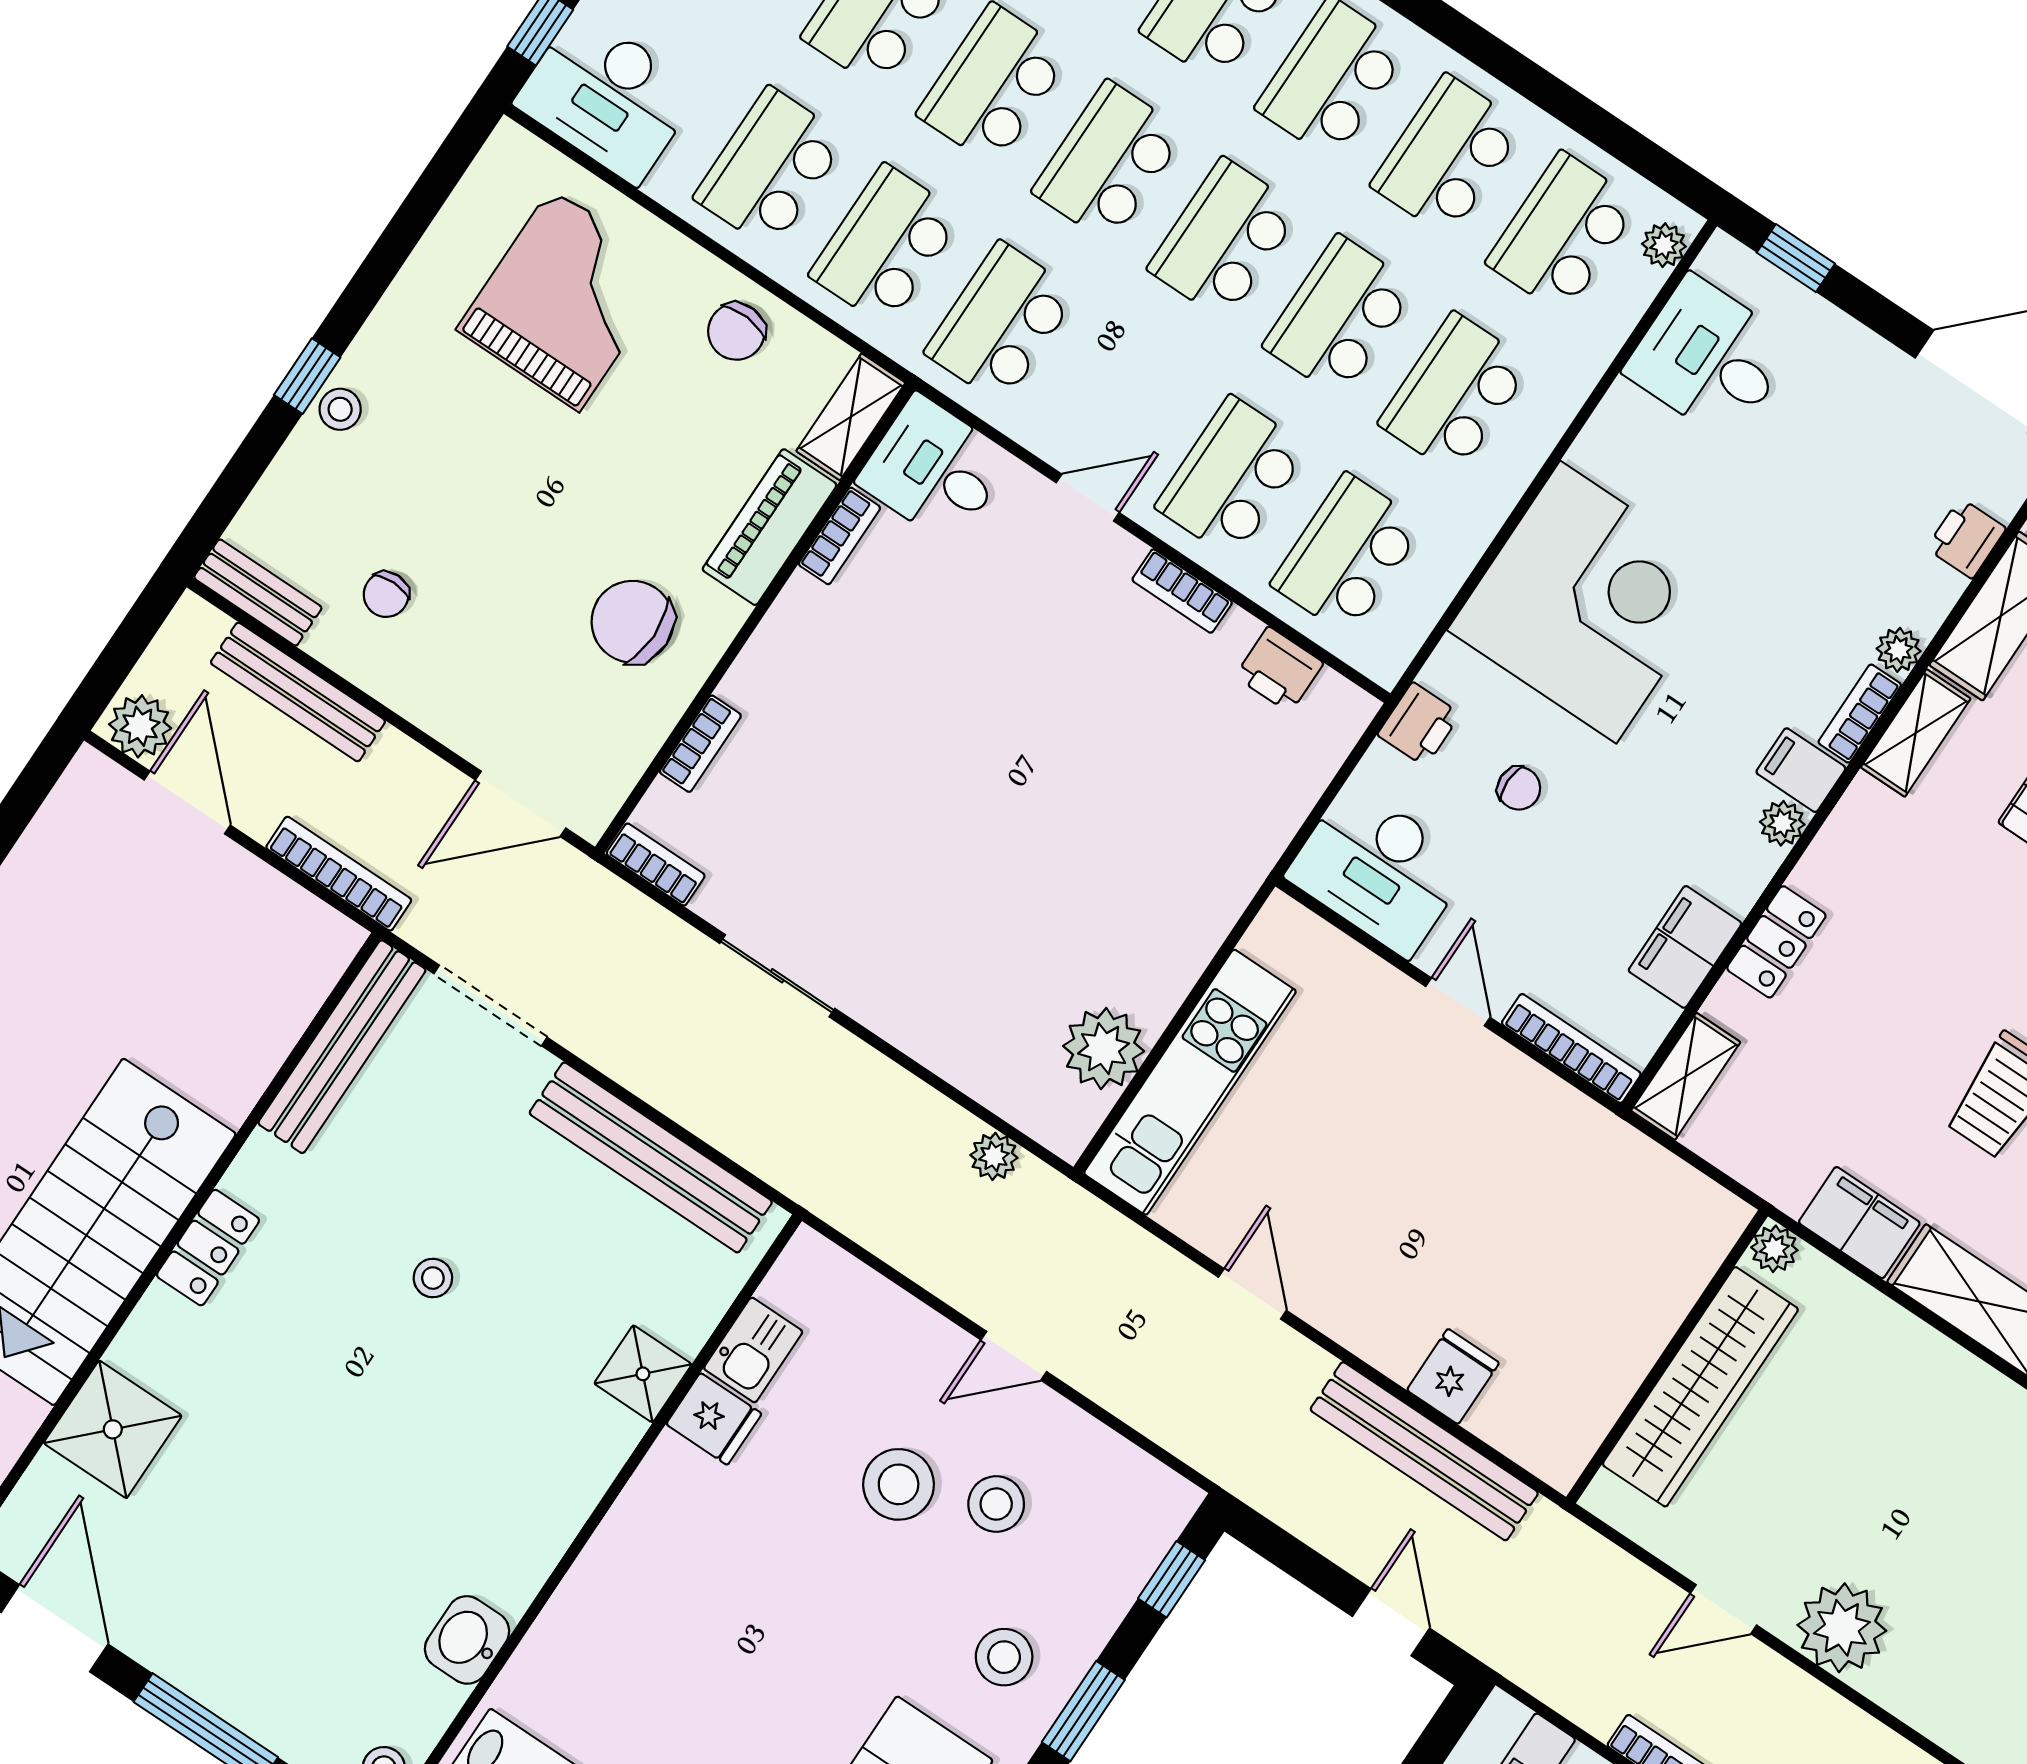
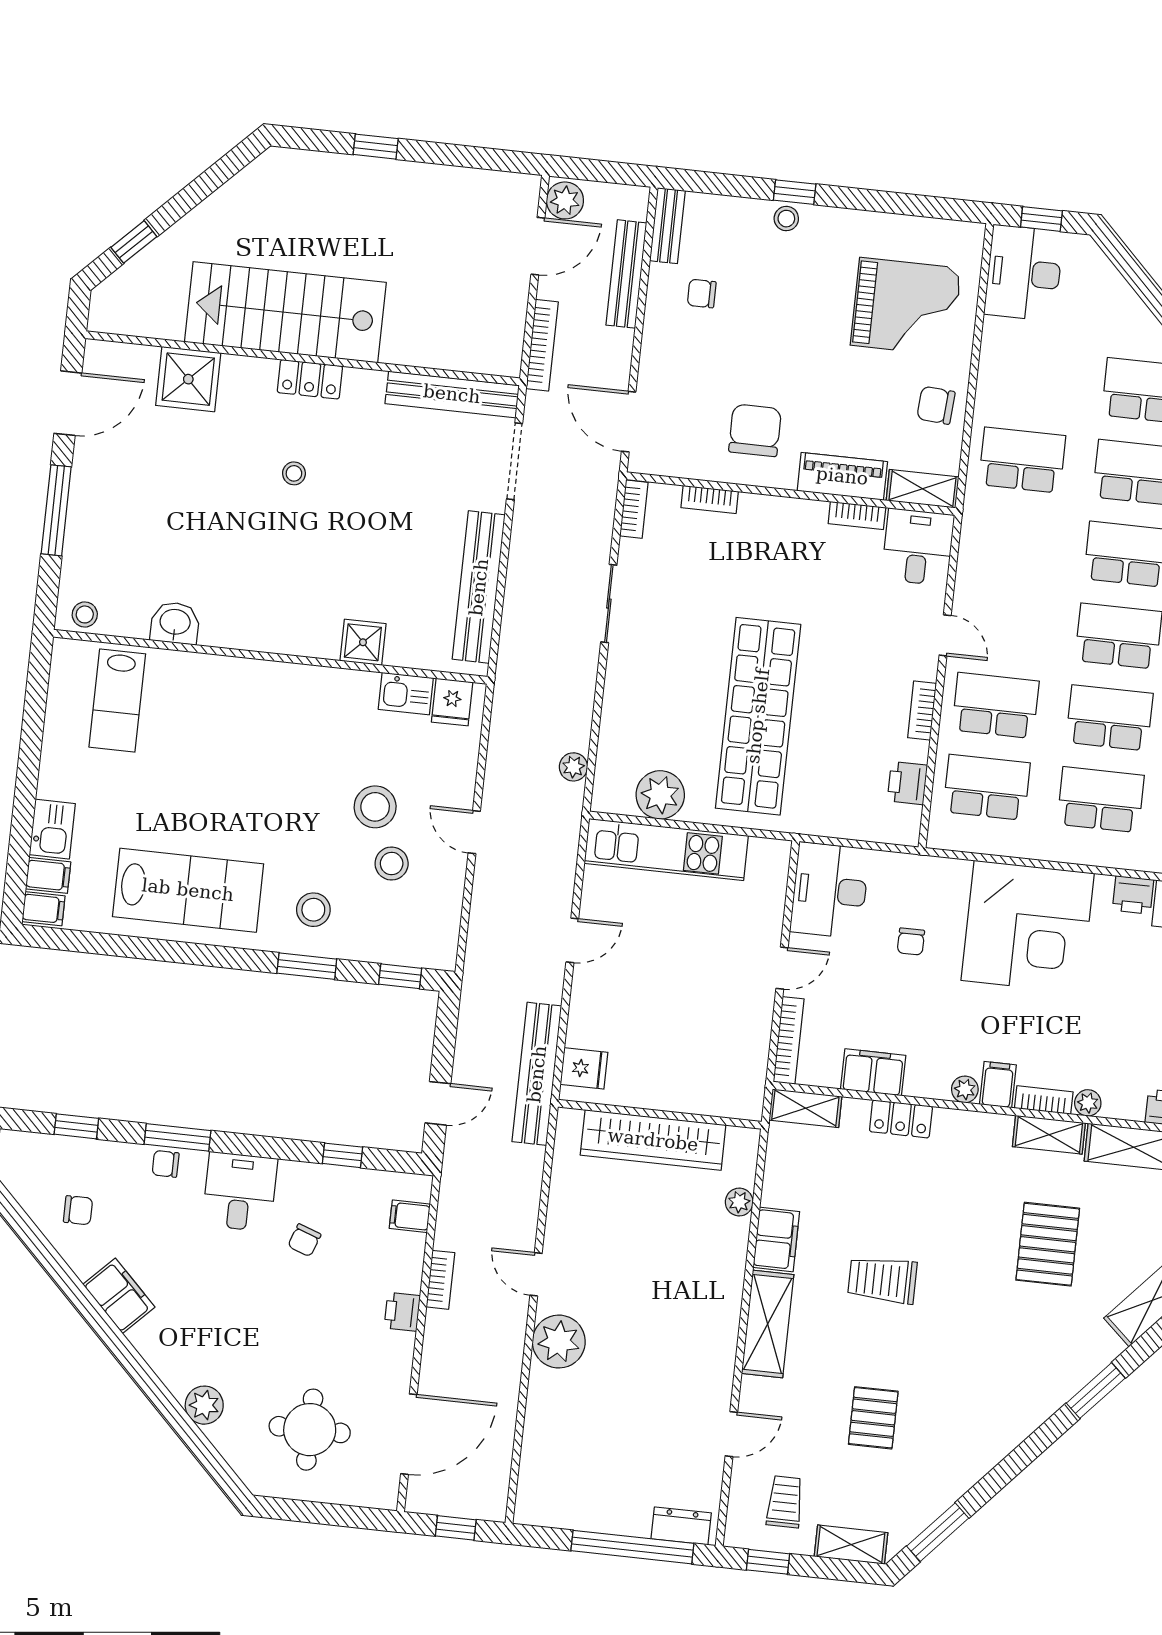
school desk: (770, 168) -> (1031, 378), removed
school desk: (1001, 323) -> (1013, 542), removed
printer: (1419, 724) -> (1133, 895), moved
shop shelf: (1063, 841) -> (758, 716), added
stool: (433, 1278) -> (294, 473), moved
wall: (1667, 1357) -> (660, 1114), moved
wardrobe: (1700, 1387) -> (653, 1140), moved
fridge: (714, 1419) -> (452, 702), moved

